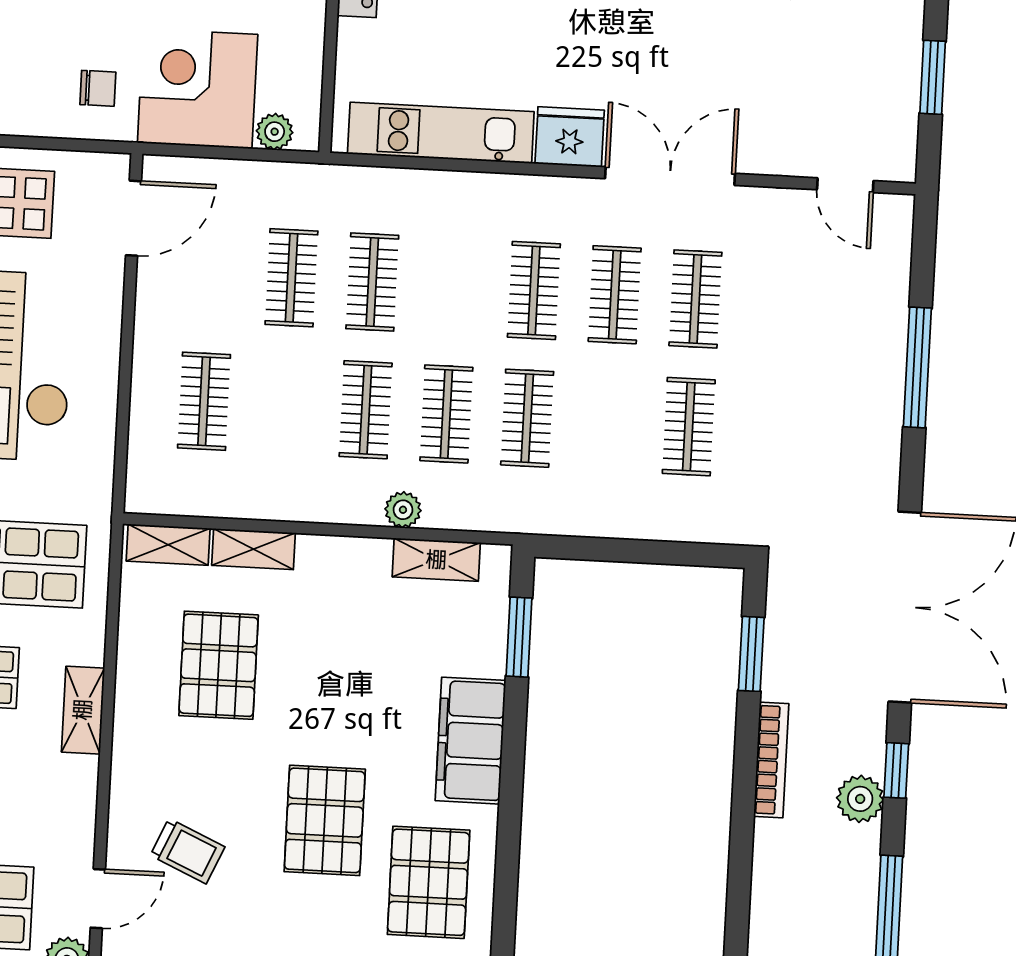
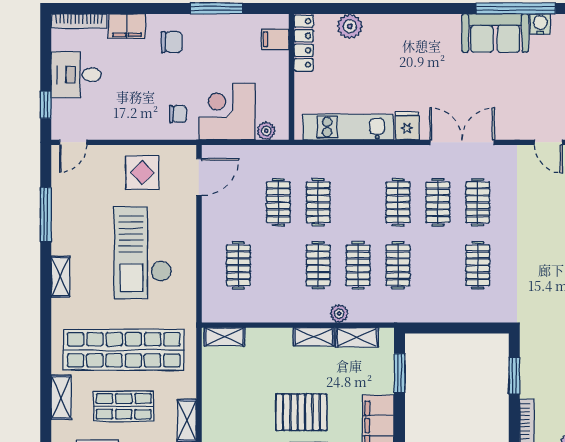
fridge: (570, 137) -> (407, 126), width x0.72
shelving: (254, 549) -> (314, 337), moved
pallet: (219, 665) -> (301, 412), moved, turned 90

